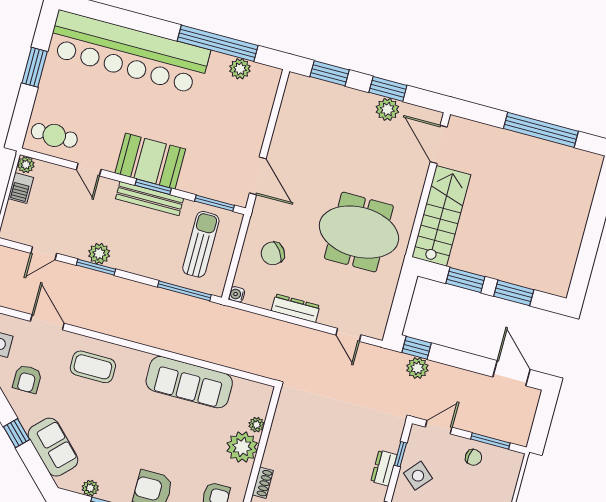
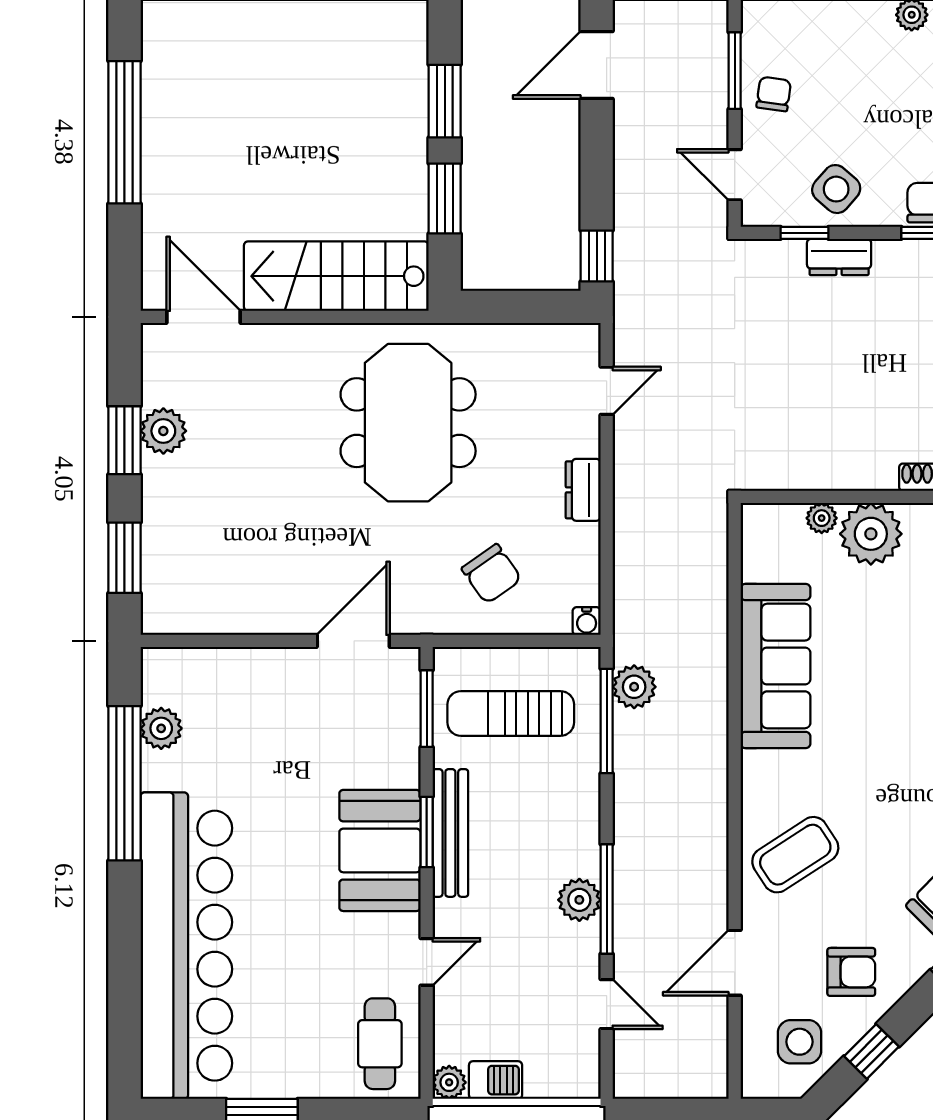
door: (439, 144) -> (203, 317), swing flipped
window: (96, 267) -> (607, 899), width x1.44
dresser: (296, 308) -> (583, 490), width x0.70
coffee table: (93, 367) -> (795, 855), turned 57
plant: (417, 368) -> (634, 687), moved

